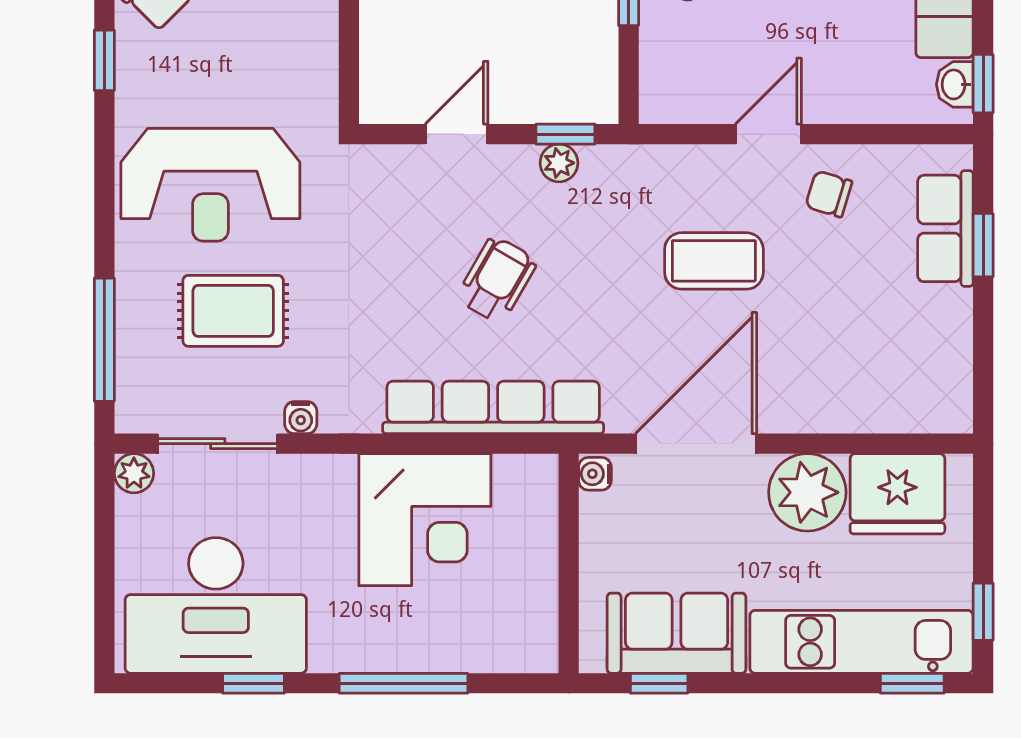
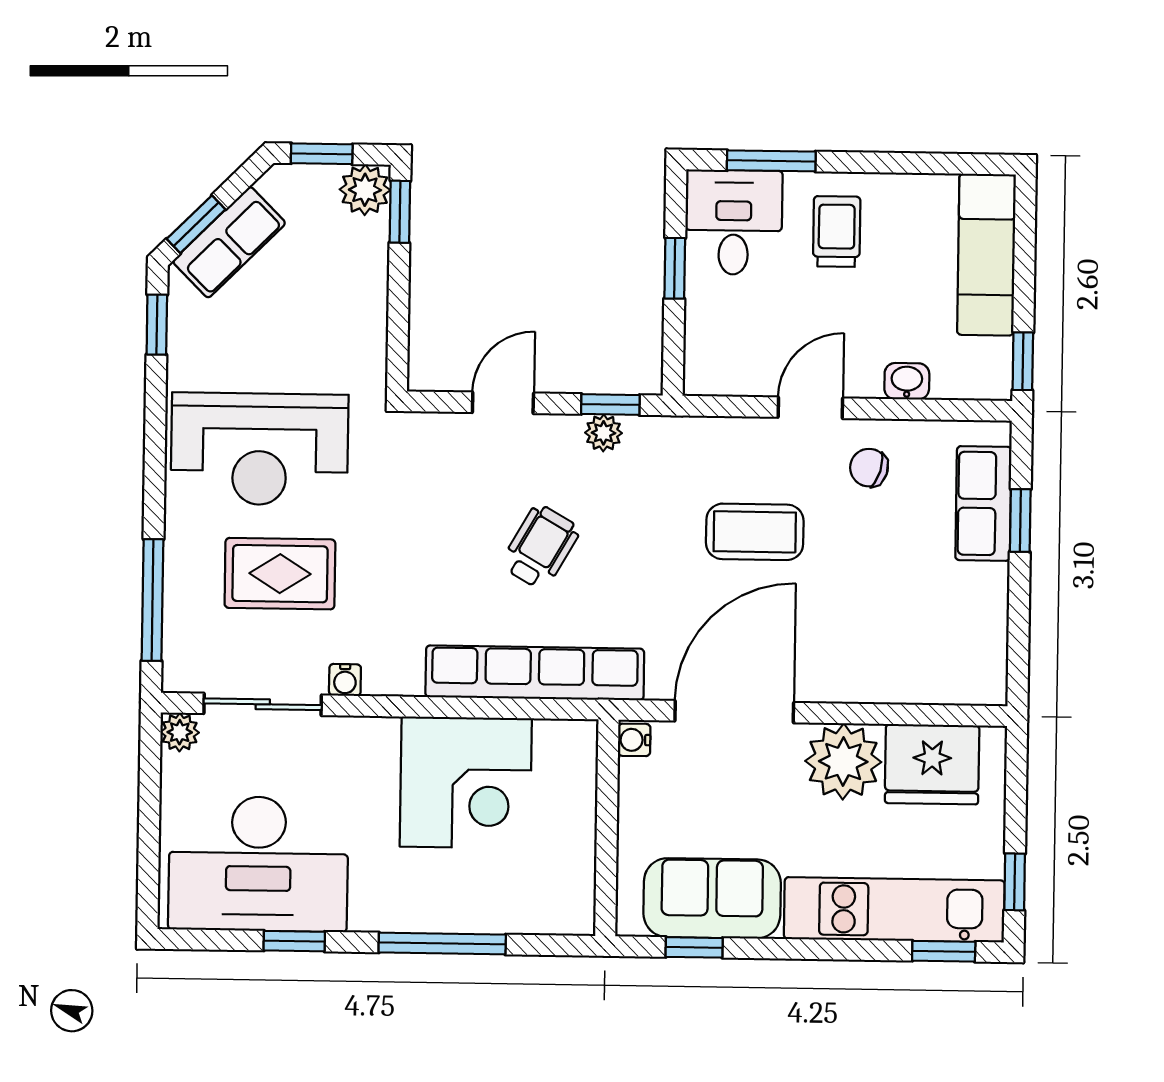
washbasin: (955, 84) -> (907, 381), moved, turned 90

